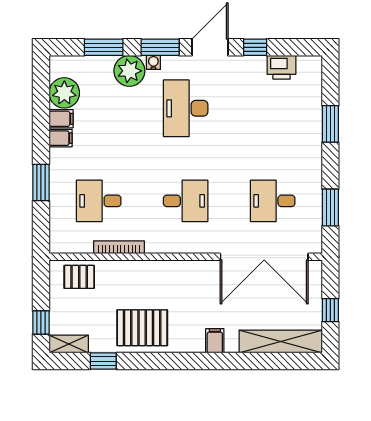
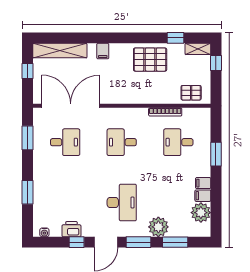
water cooler: (153, 62) -> (44, 232), moved
printer: (281, 67) -> (71, 229), moved
desk: (99, 201) -> (178, 142), turned 180

